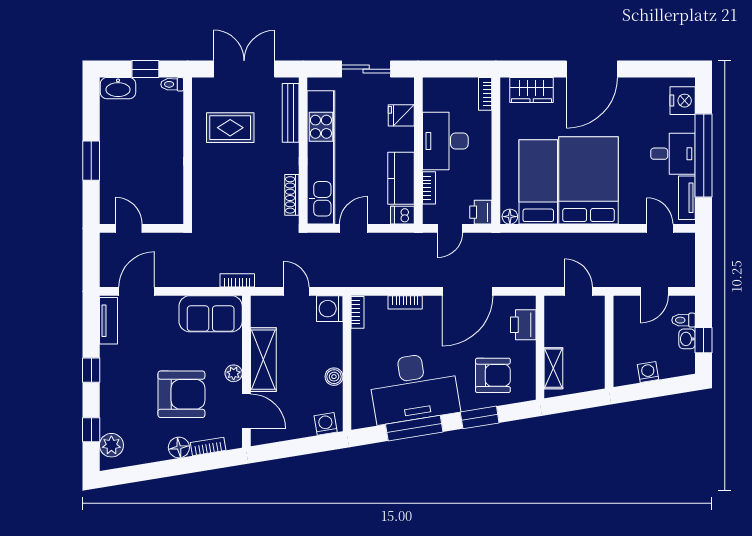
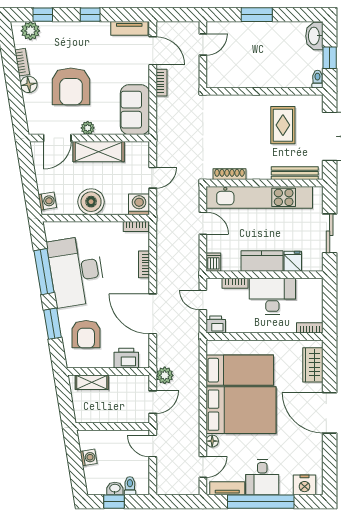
kitchen counter: (401, 178) -> (262, 261), moved
floor lamp: (510, 217) -> (212, 441), moved
plant: (545, 276) -> (165, 375), added
bookcase: (237, 280) -> (162, 83), moved
door: (654, 291) -> (153, 446), moved
boiler: (334, 377) -> (91, 202), width x1.86, depth x1.86
bookcase: (208, 446) -> (22, 62), moved

